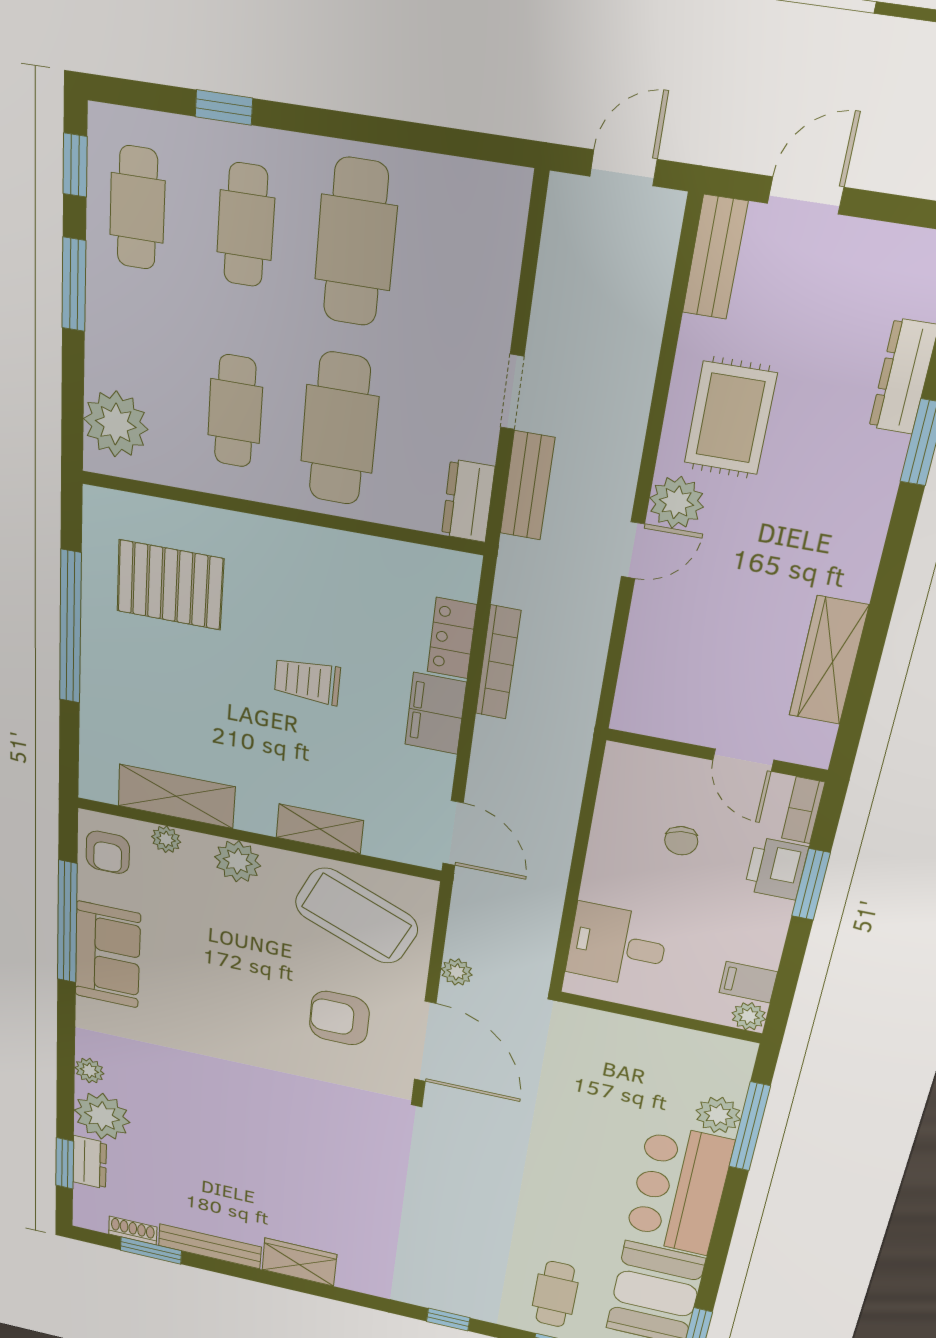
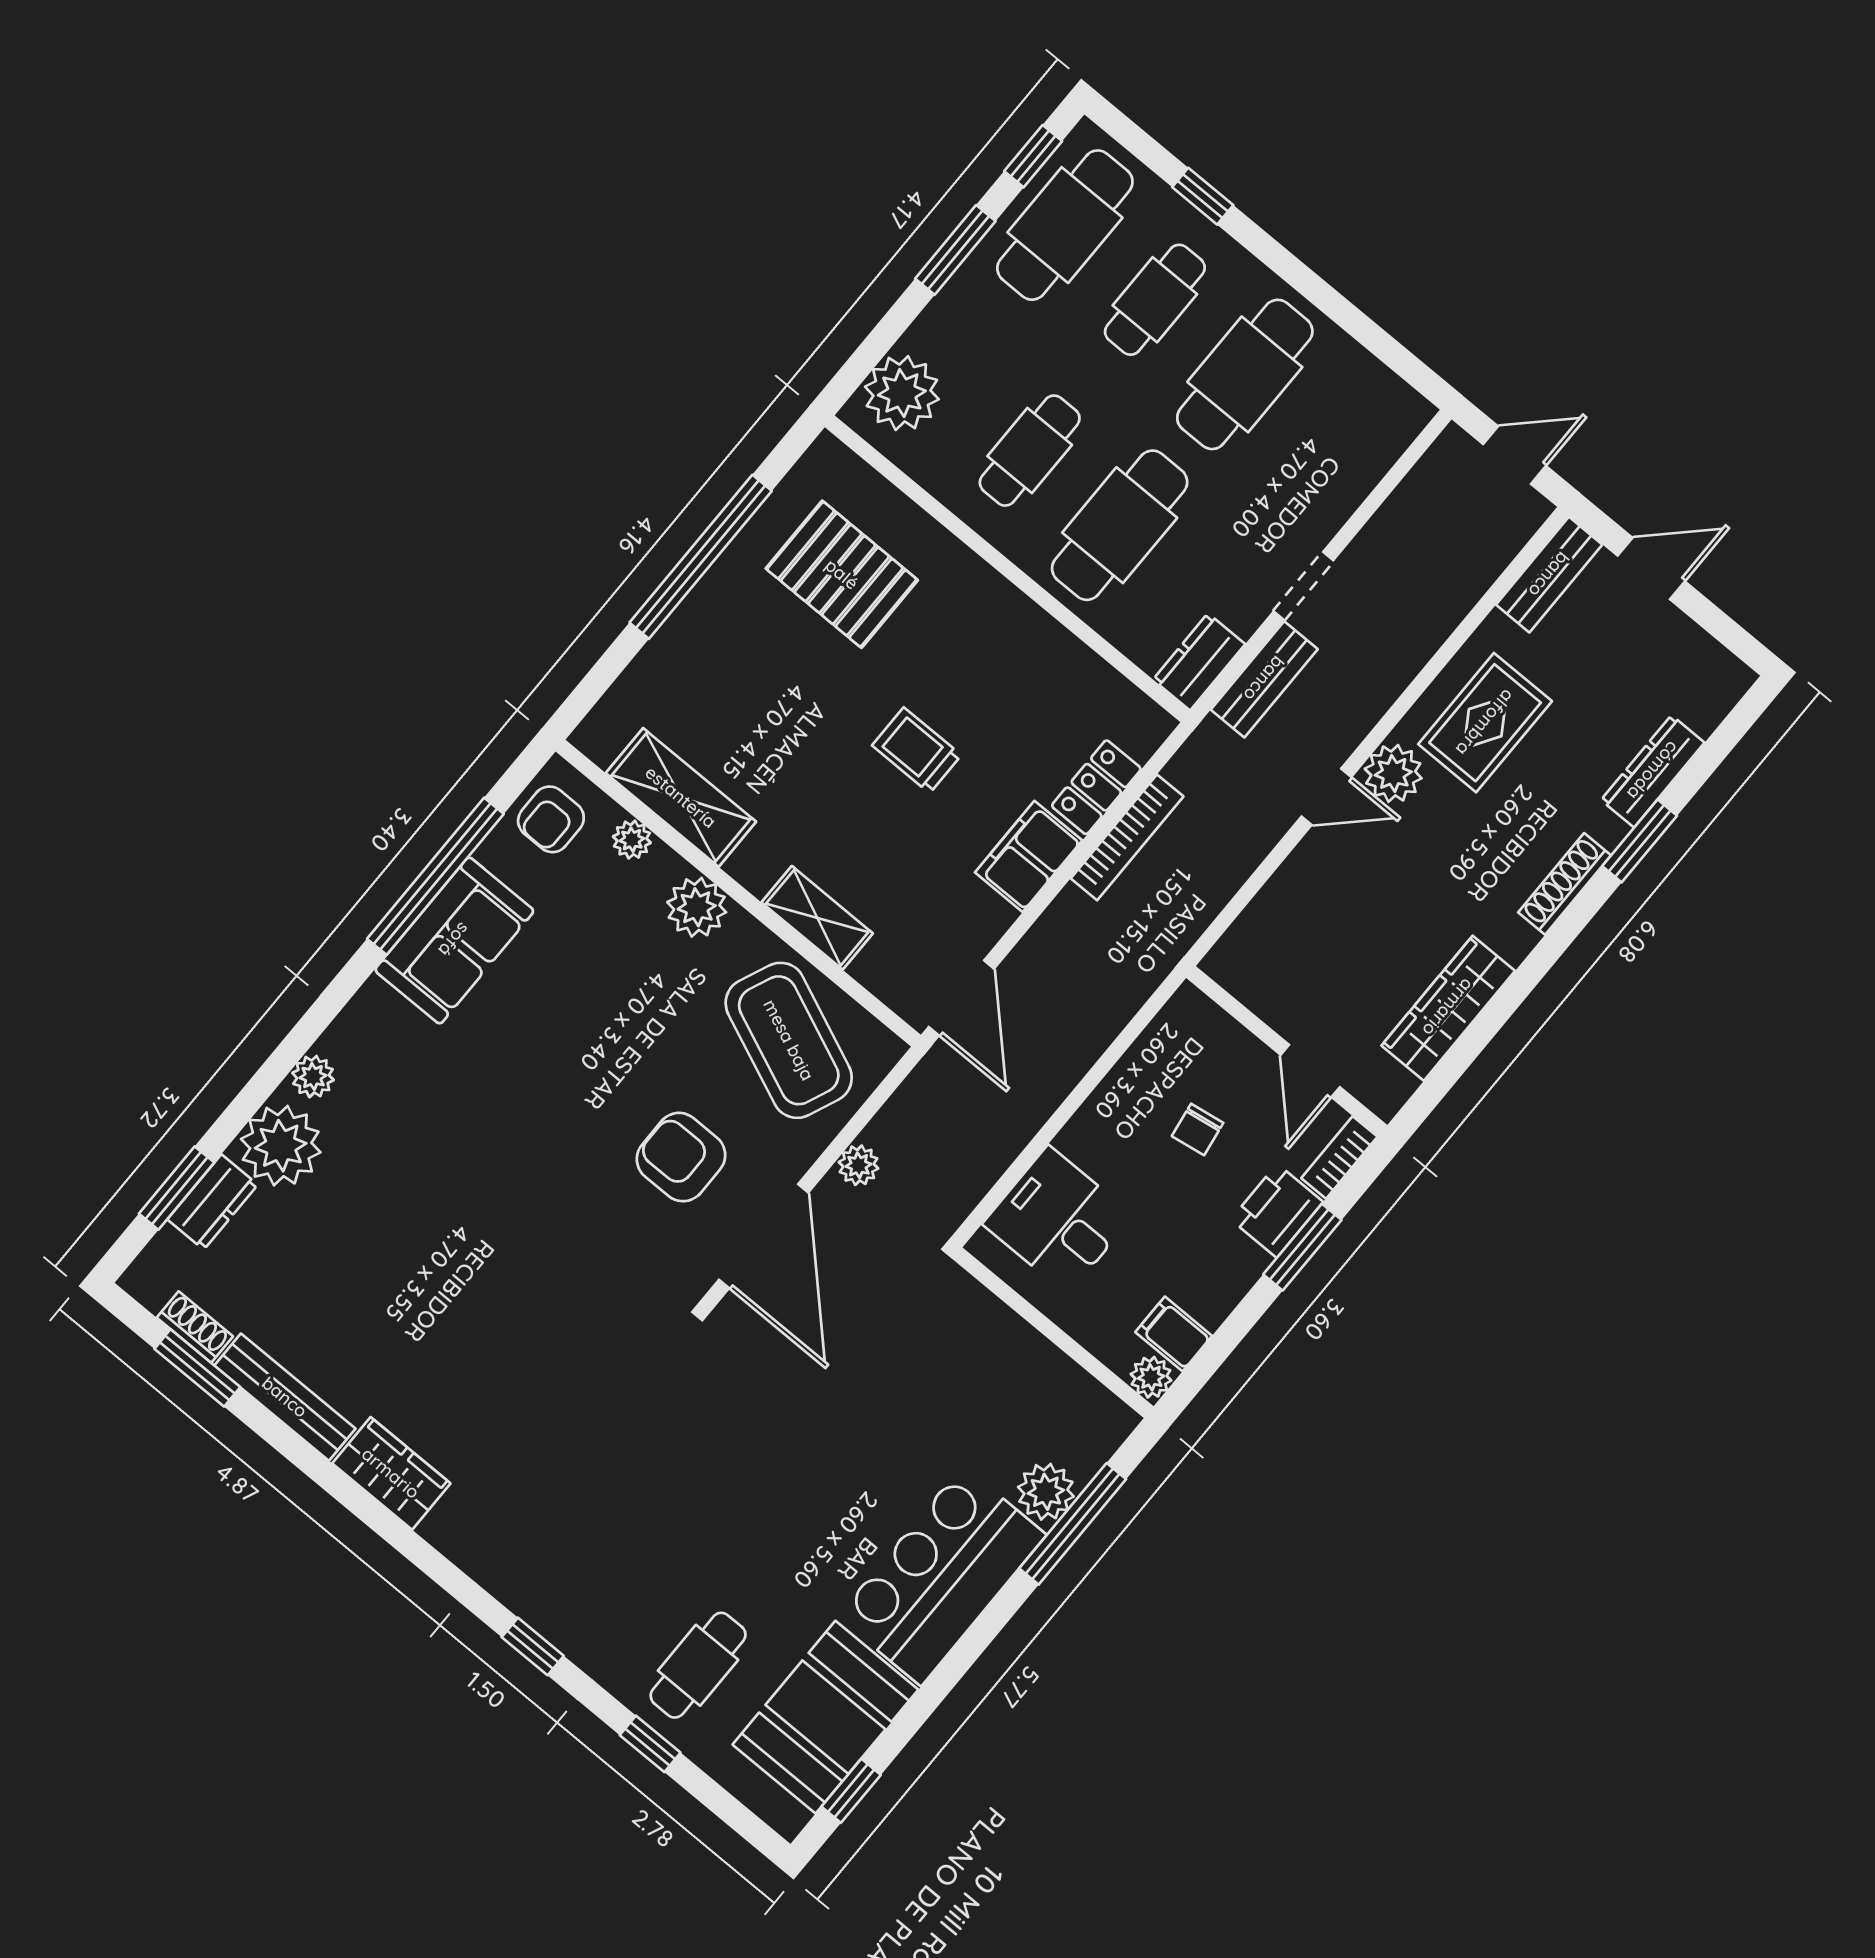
cafe table: (137, 208) -> (1065, 225), width x1.37, depth x1.35
shoe rack: (874, 513) -> (1565, 884), added

